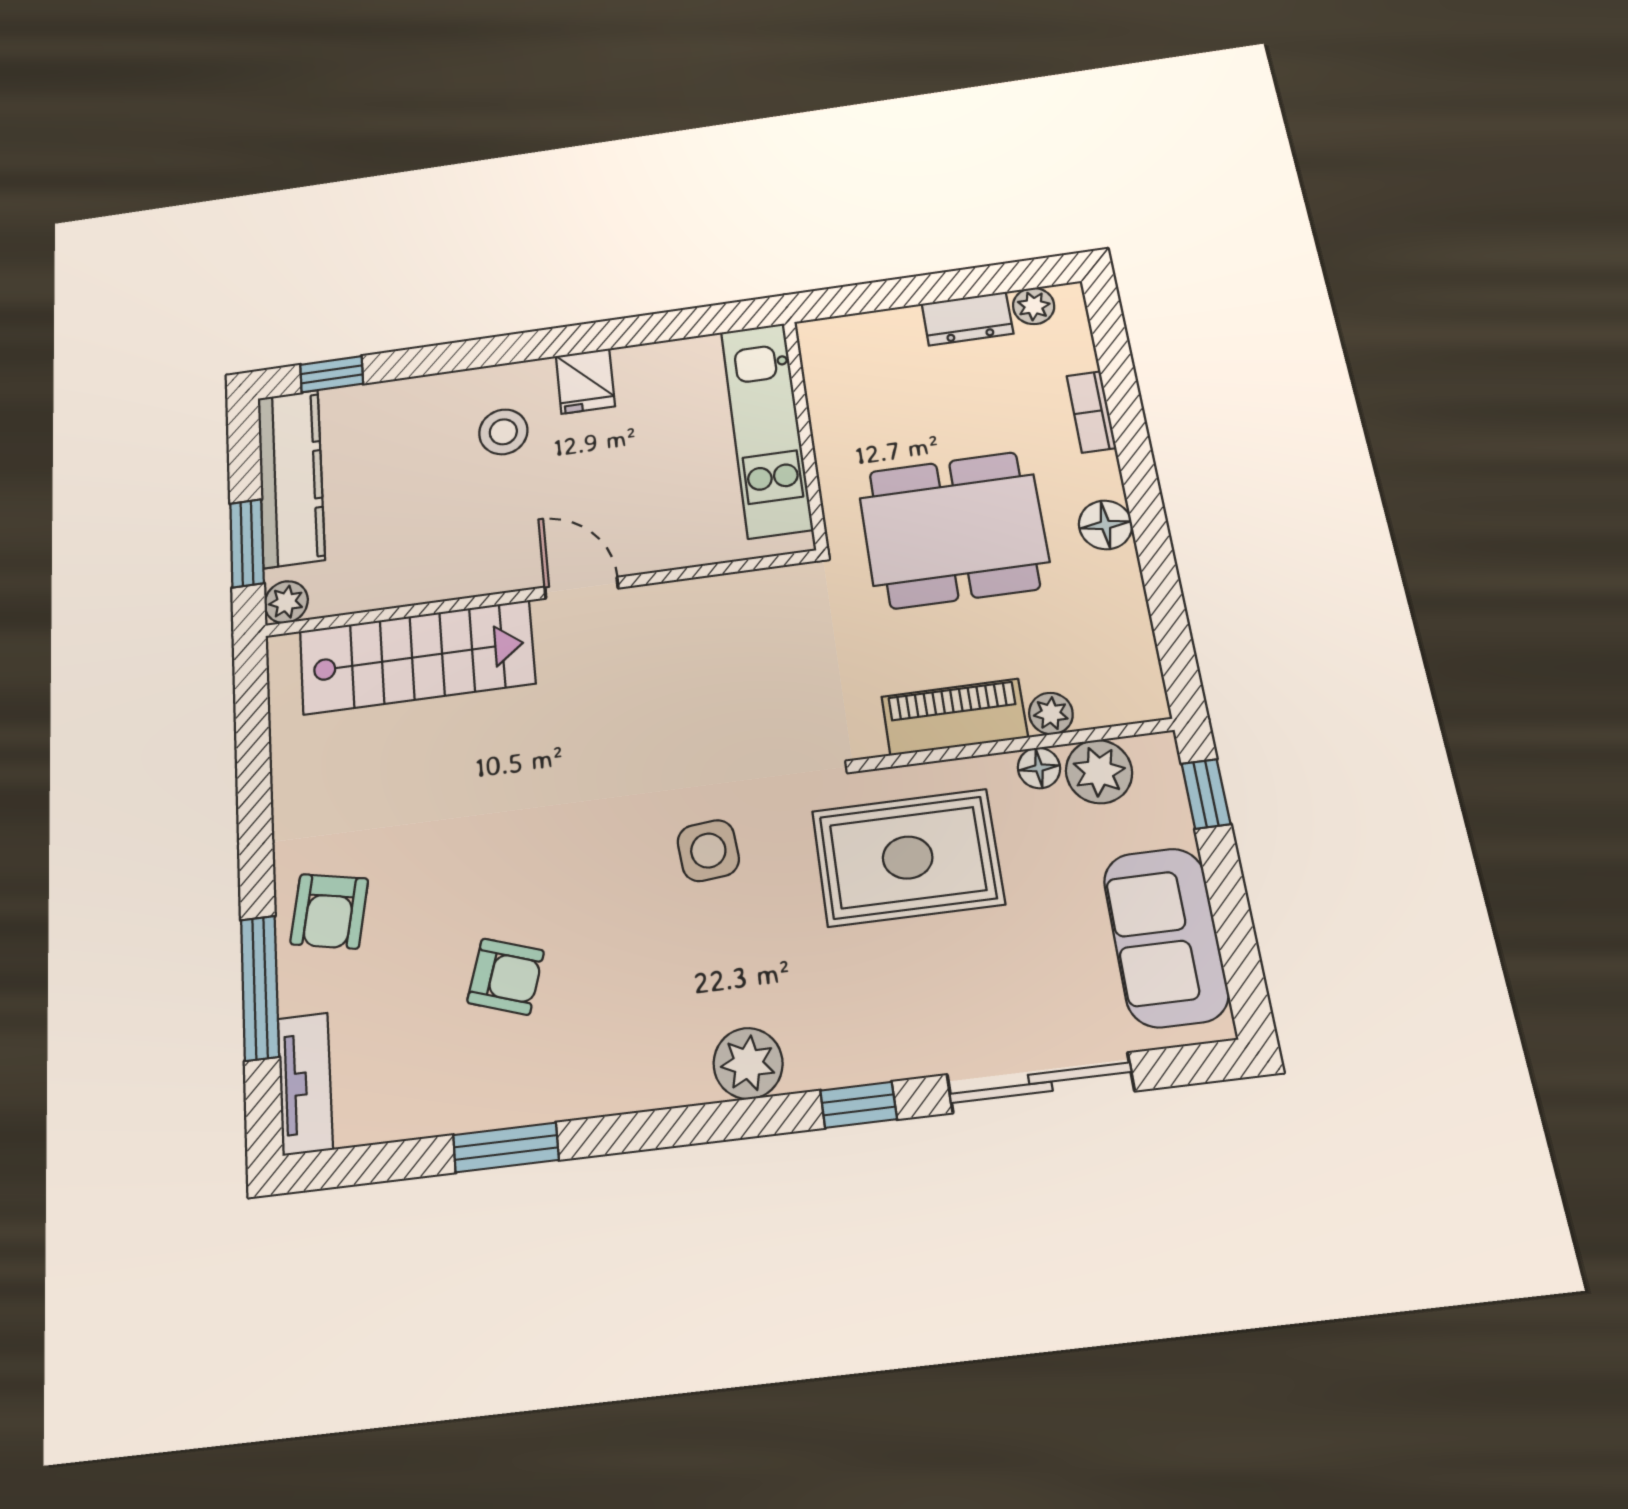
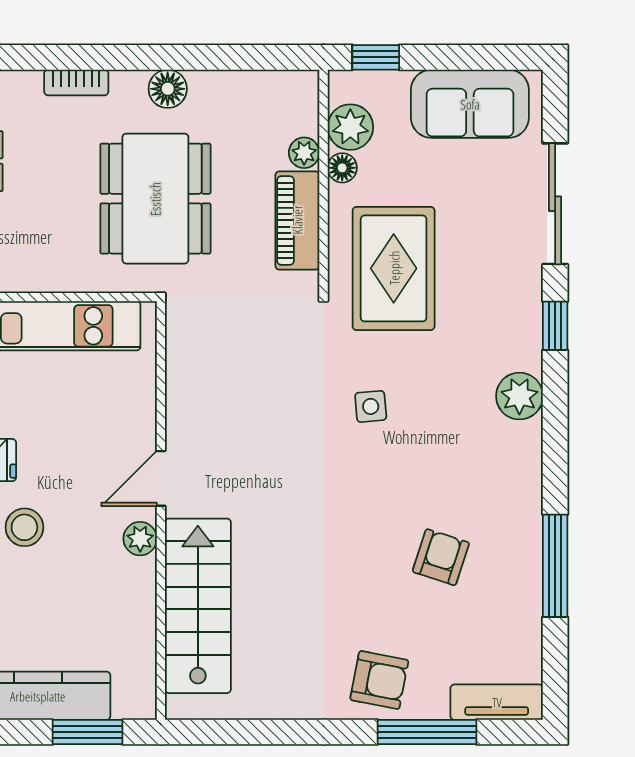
plant: (286, 602) -> (140, 539), moved
side table: (708, 851) -> (371, 406), width x0.73, depth x0.73
window: (506, 1147) -> (555, 566), width x1.44

